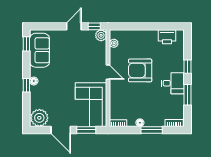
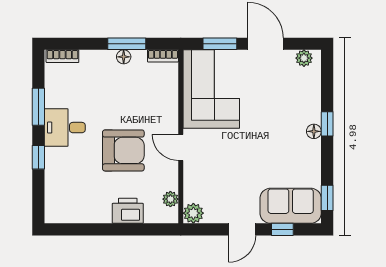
window: (94, 26) -> (282, 229), moved
printer: (167, 37) -> (128, 211), moved
sofa: (40, 50) -> (291, 206), moved, turned 90
plant: (39, 118) -> (304, 58), width x0.53, depth x0.53
window: (152, 130) -> (127, 44), moved

